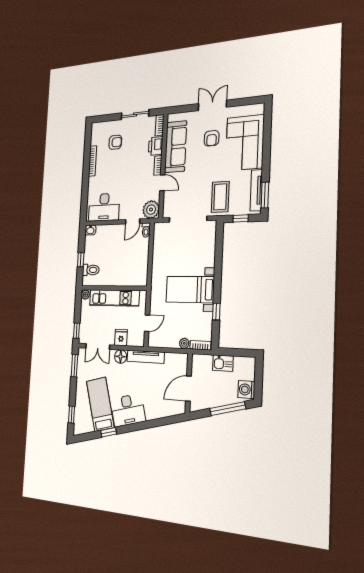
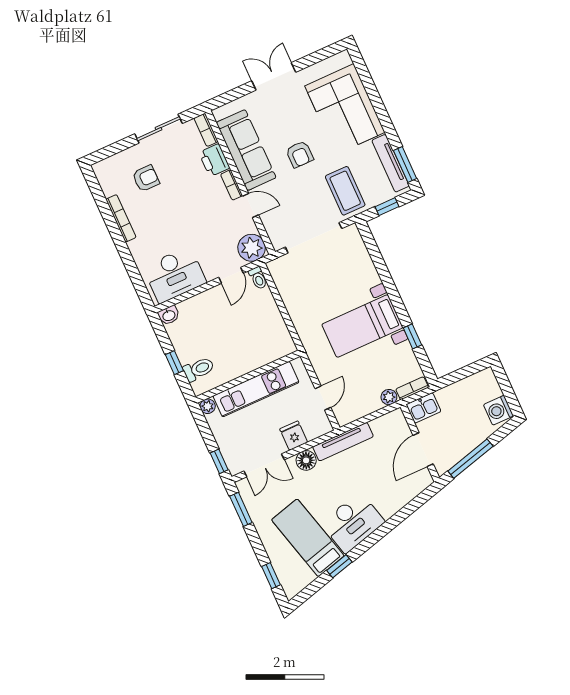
armchair: (212, 138) -> (300, 154), moved
kitchen sink: (223, 363) -> (424, 408), moved
window: (228, 409) -> (470, 459), moved

